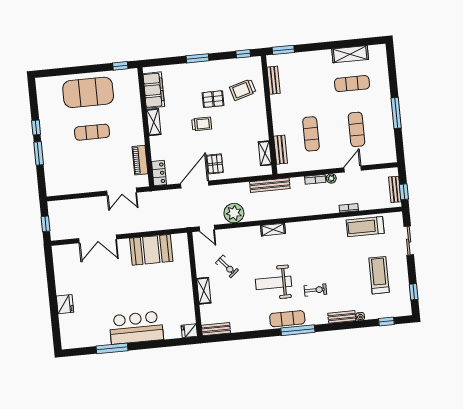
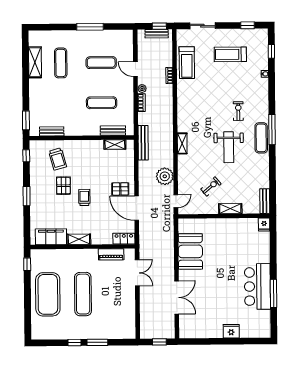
exercise mat: (92, 132) -> (83, 294), width x1.36, depth x1.45
bench: (342, 317) -> (264, 90), removed
bar counter: (136, 328) -> (257, 286), moved

